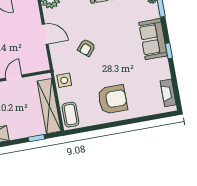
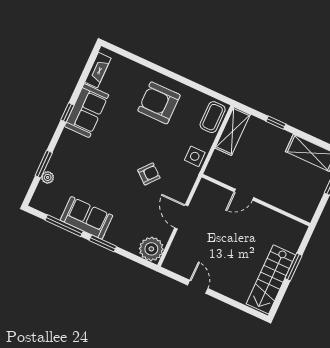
sofa: (153, 39) -> (87, 111), moved
shelving: (49, 106) -> (233, 131), width x0.68
window: (36, 138) -> (276, 123), moved

